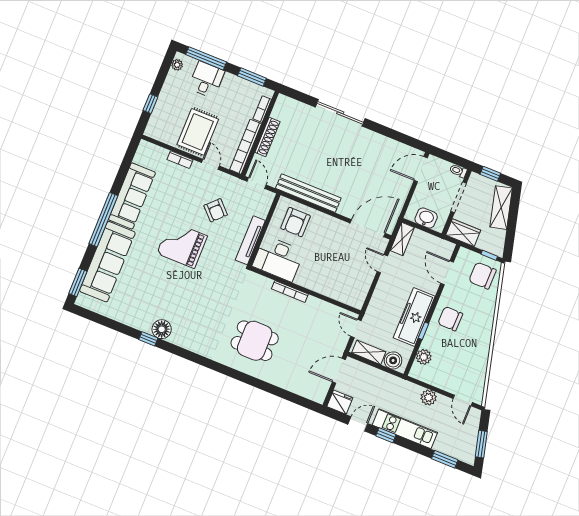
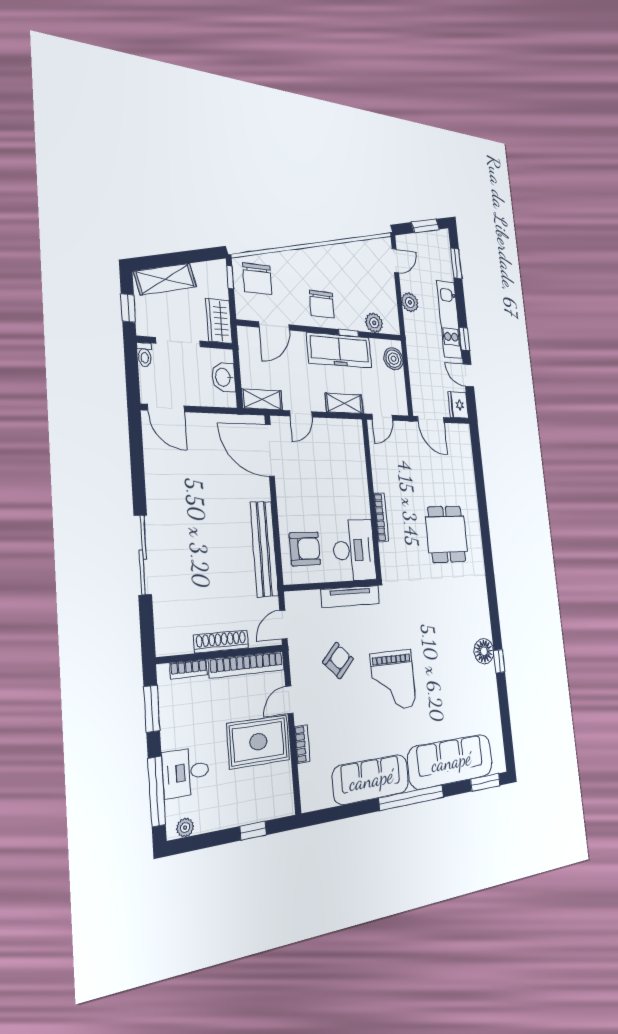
shelving: (369, 352) -> (344, 403), moved, turned 90

